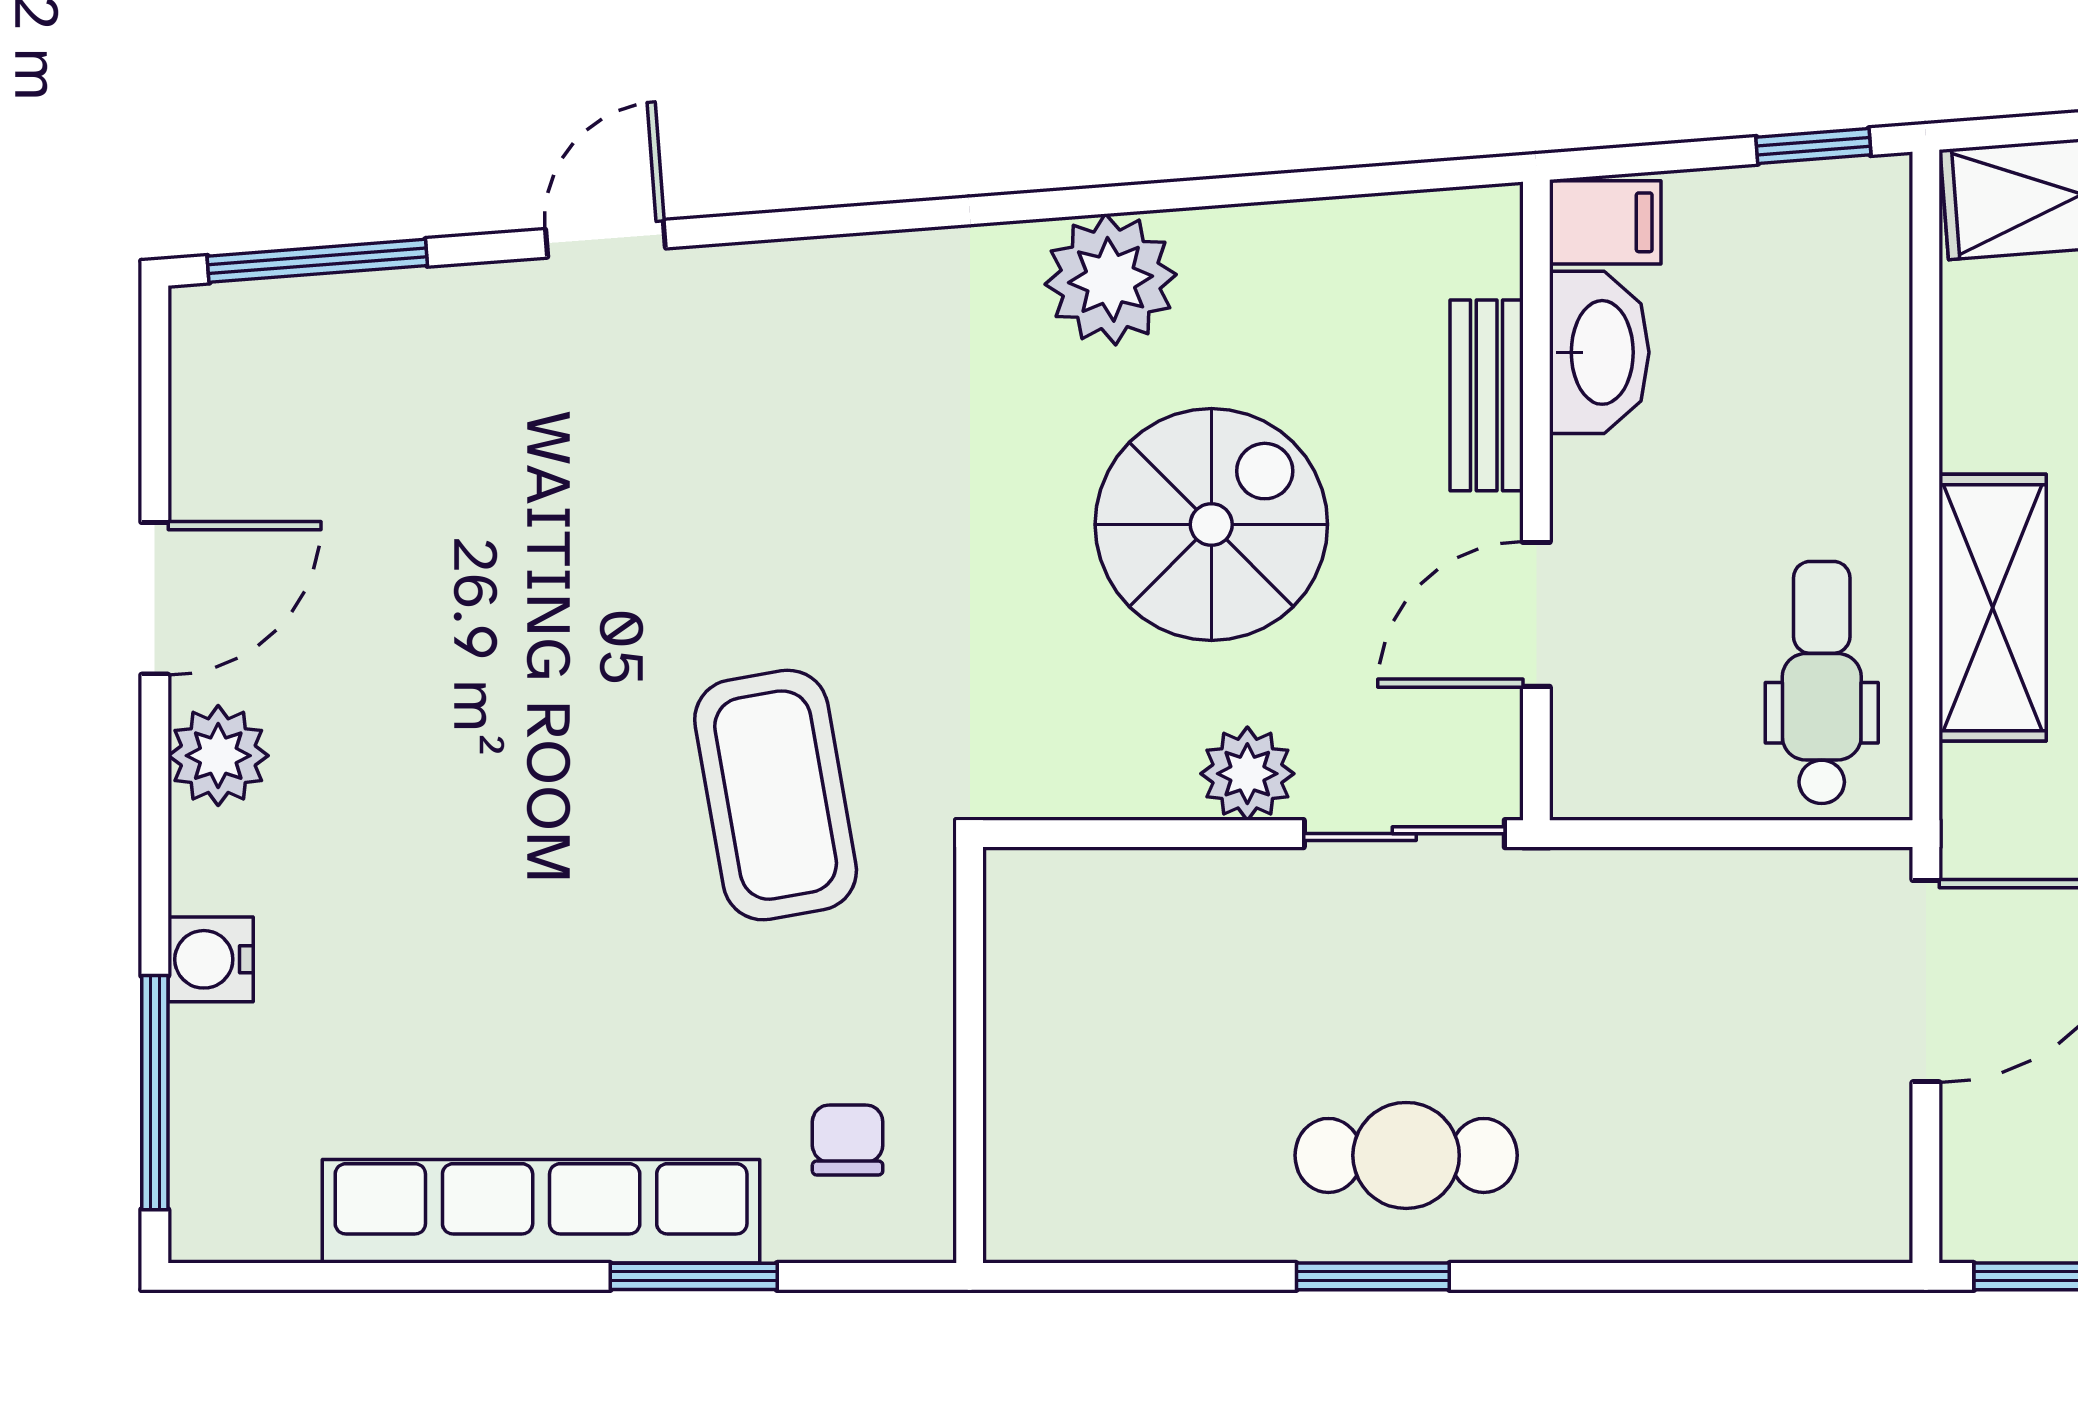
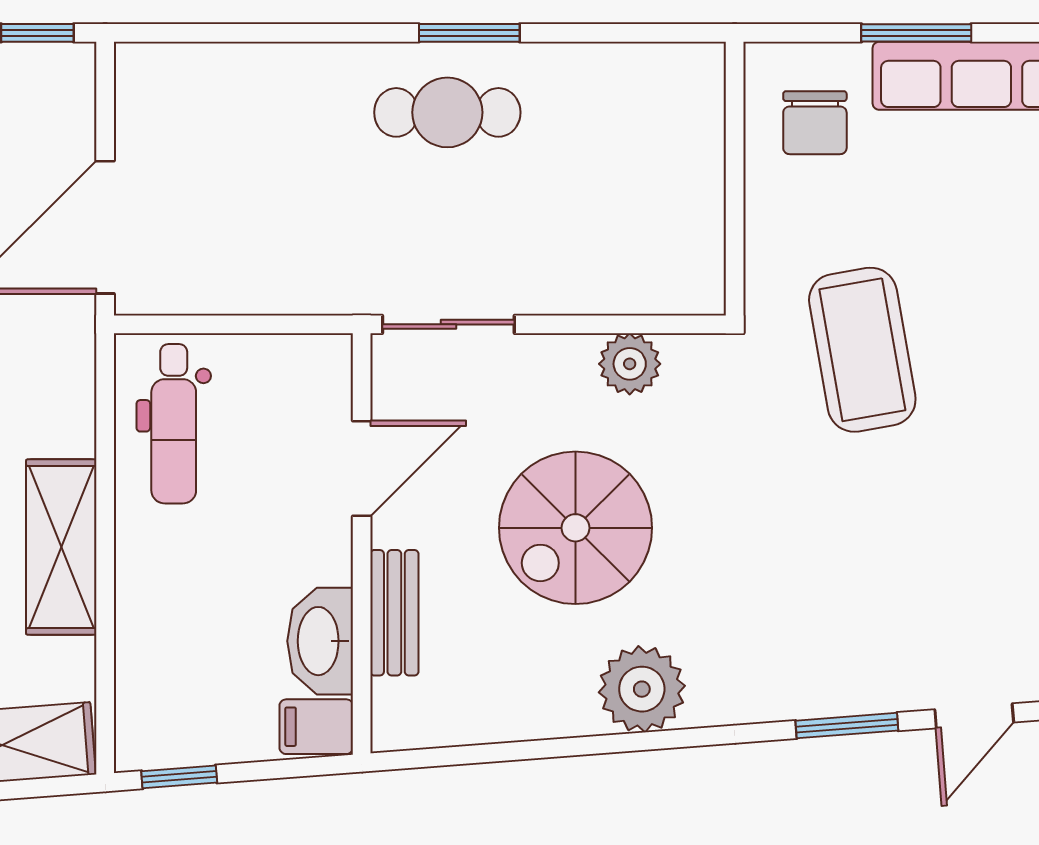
window: (799, 224) -> (847, 726), added
shelving: (1993, 608) -> (61, 547), moved
plant: (1247, 774) -> (630, 364), moved
chair: (848, 1140) -> (815, 123), width x1.37, depth x1.37

